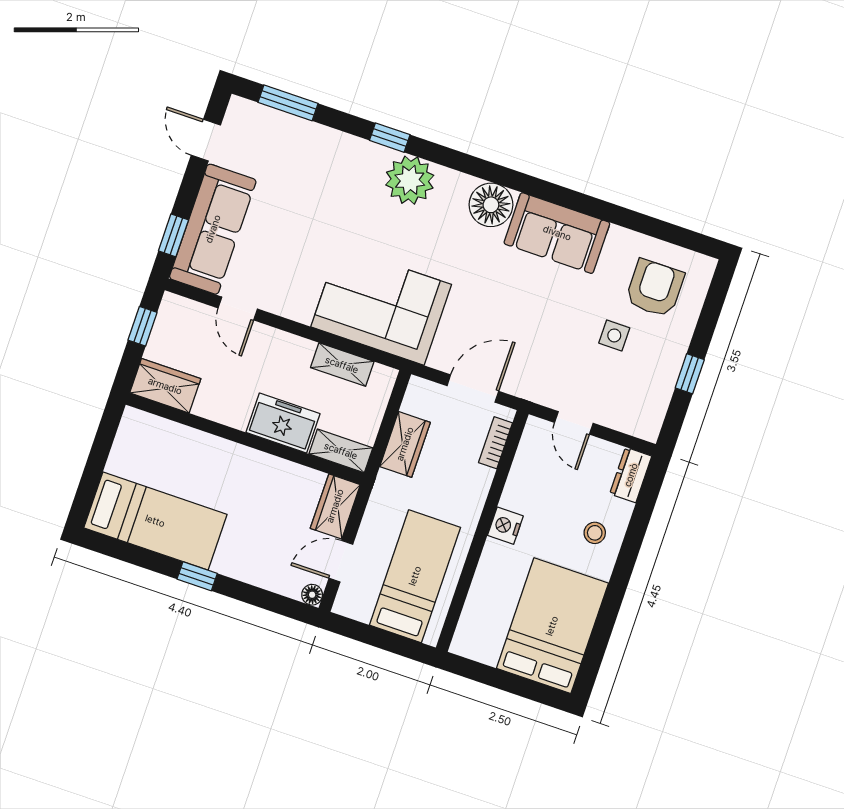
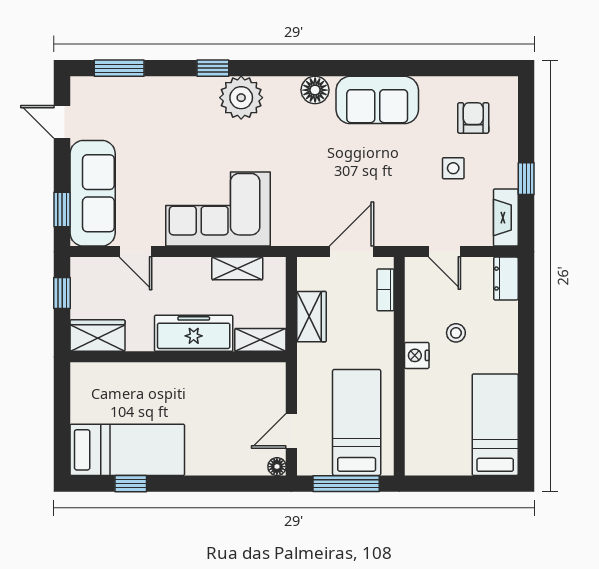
floor lamp: (491, 205) -> (315, 90), width x0.73, depth x0.73
armchair: (655, 288) -> (473, 118), width x0.72, depth x0.72
corner sofa: (381, 306) -> (218, 209), moved
fireplace: (653, 409) -> (506, 218), added
freezer: (283, 423) -> (194, 333), width x1.40
wardrobe: (335, 506) -> (271, 387), removed
stool: (595, 533) -> (456, 333), moved
window: (197, 576) -> (131, 484), moved
bed: (552, 626) -> (495, 425), width x0.67
window: (381, 639) -> (346, 484), added

